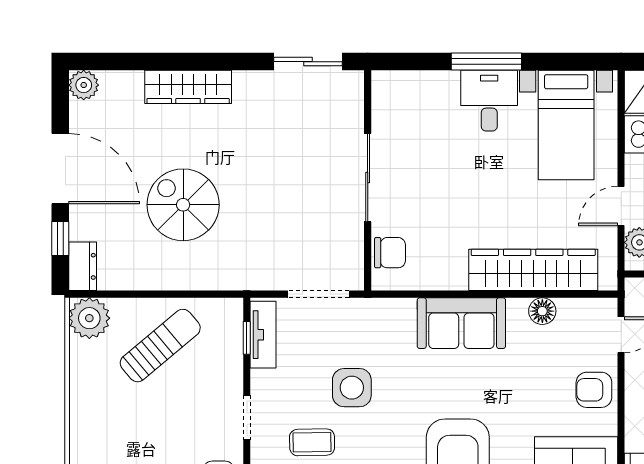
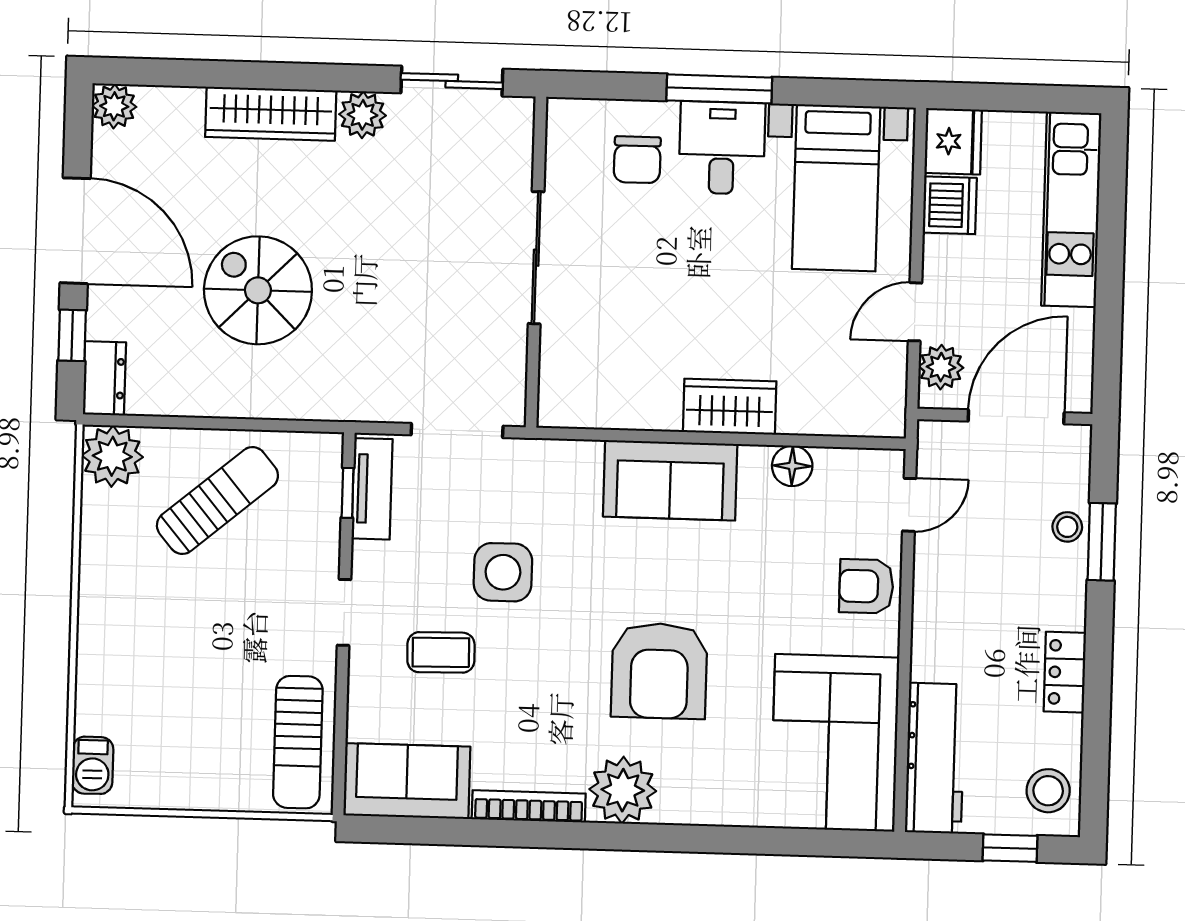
plant: (249, 86) -> (363, 115), added
chair: (390, 253) -> (637, 160), moved, turned 90
wardrobe: (533, 270) -> (730, 407), width x0.48, depth x0.85

